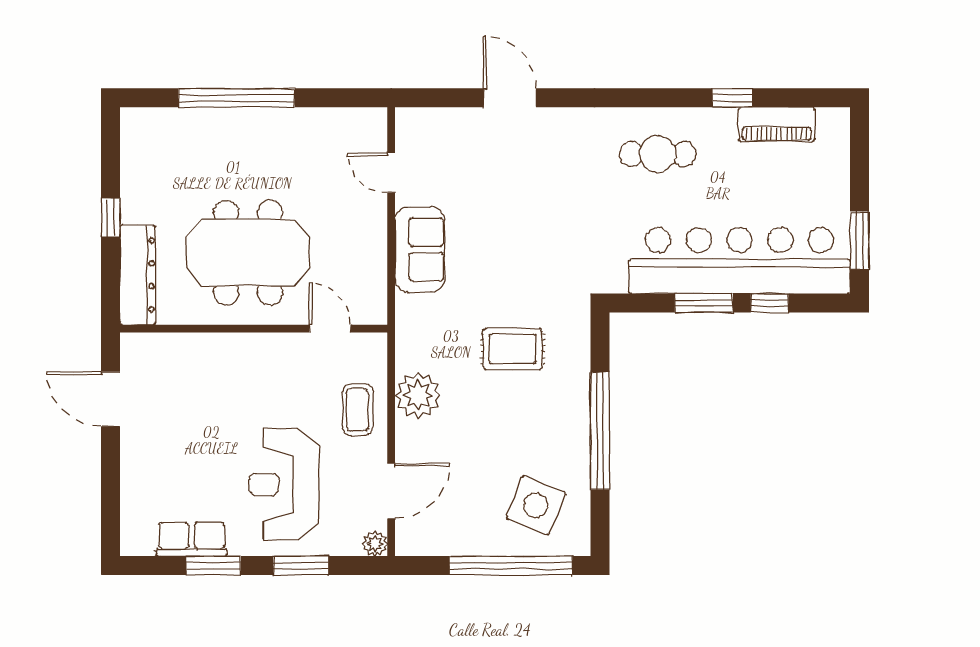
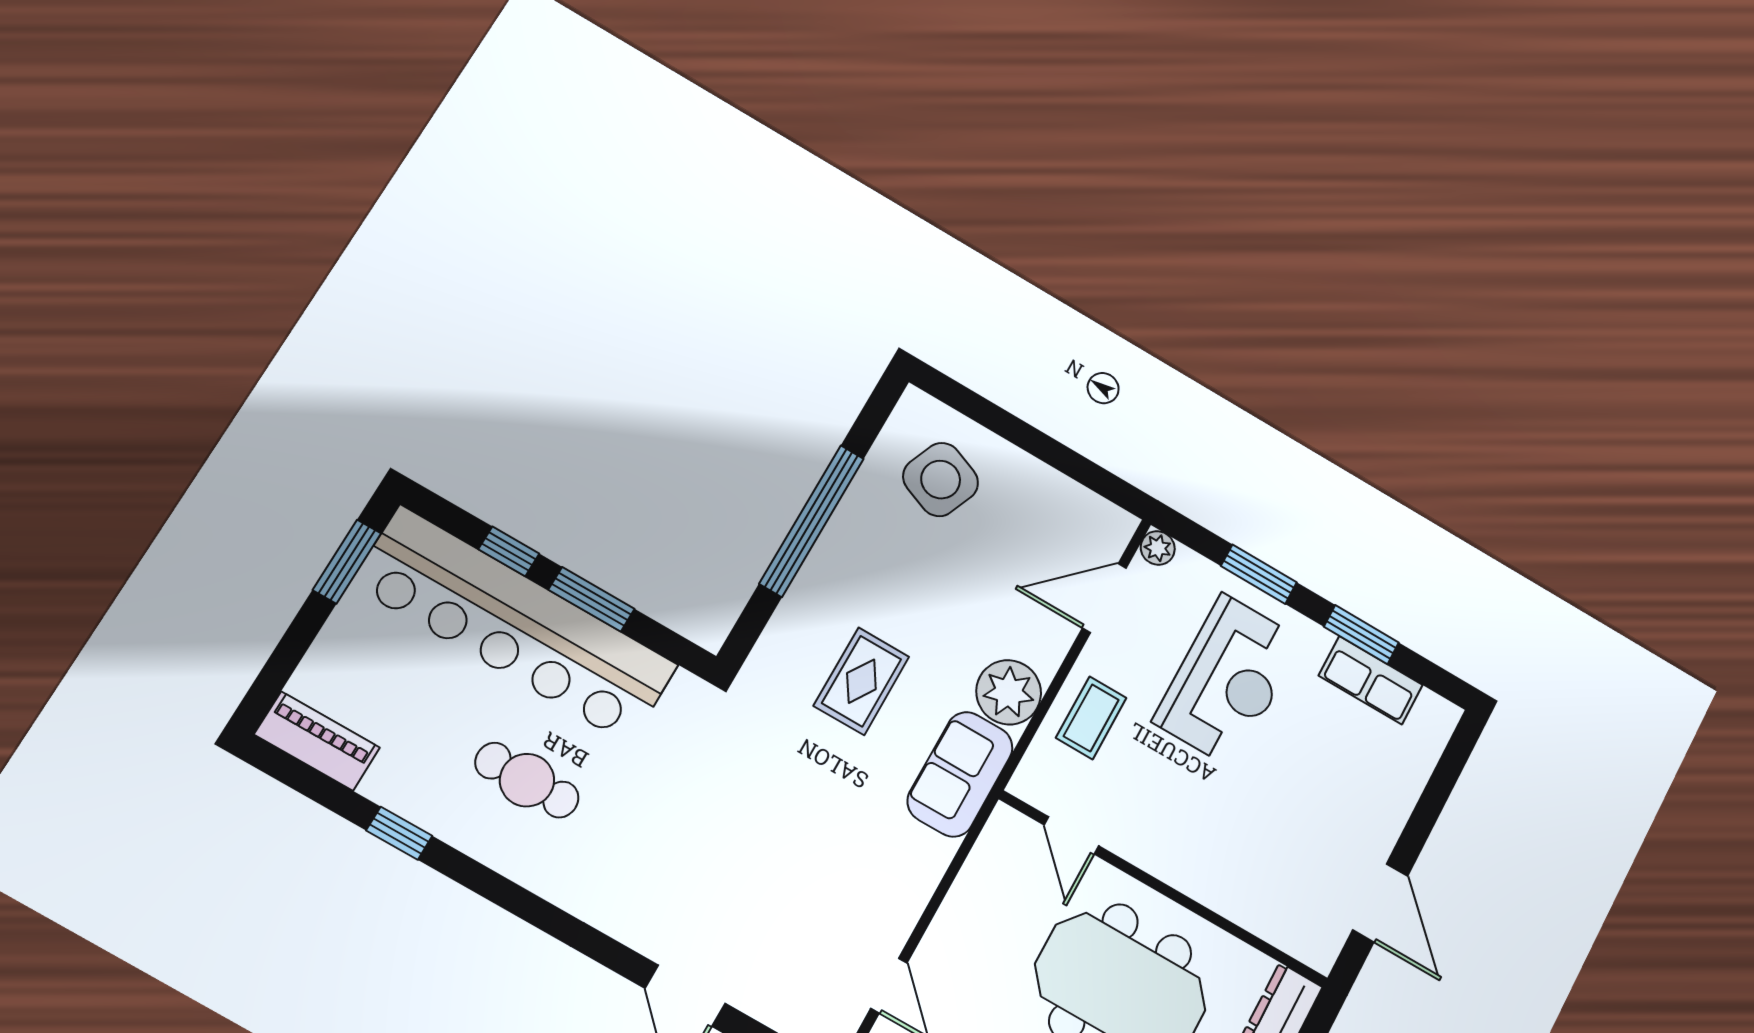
piano: (777, 124) -> (317, 741), moved
cafe table: (658, 154) -> (527, 780), moved
sofa: (420, 249) -> (960, 774), moved
rug: (513, 349) -> (861, 681), turned 90
window: (511, 566) -> (1010, 427), removed

